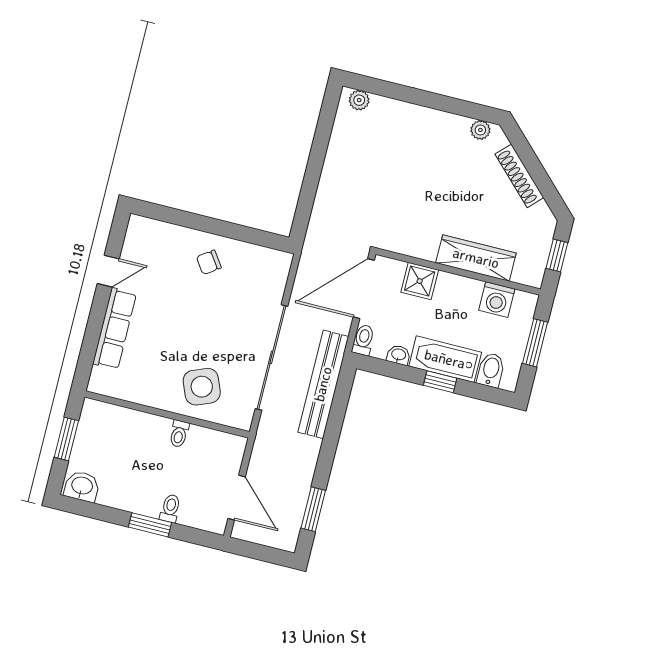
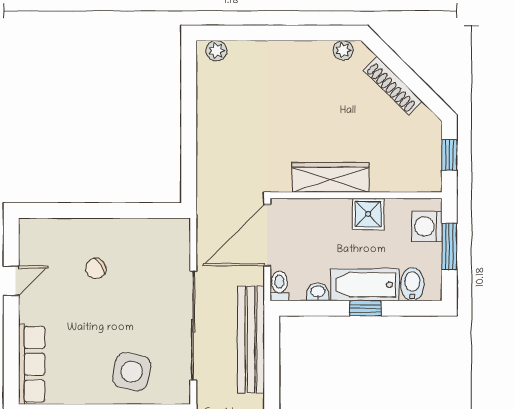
wardrobe: (476, 258) -> (330, 177), moved
chair: (209, 262) -> (96, 268), moved
shower: (420, 281) -> (368, 214), moved
washing machine: (497, 300) -> (427, 226), moved, turned 90
row of seats: (115, 329) -> (32, 364), moved
side table: (202, 387) -> (132, 372), turned 34

